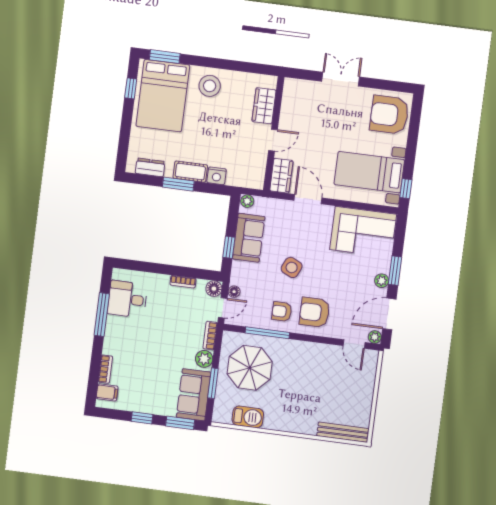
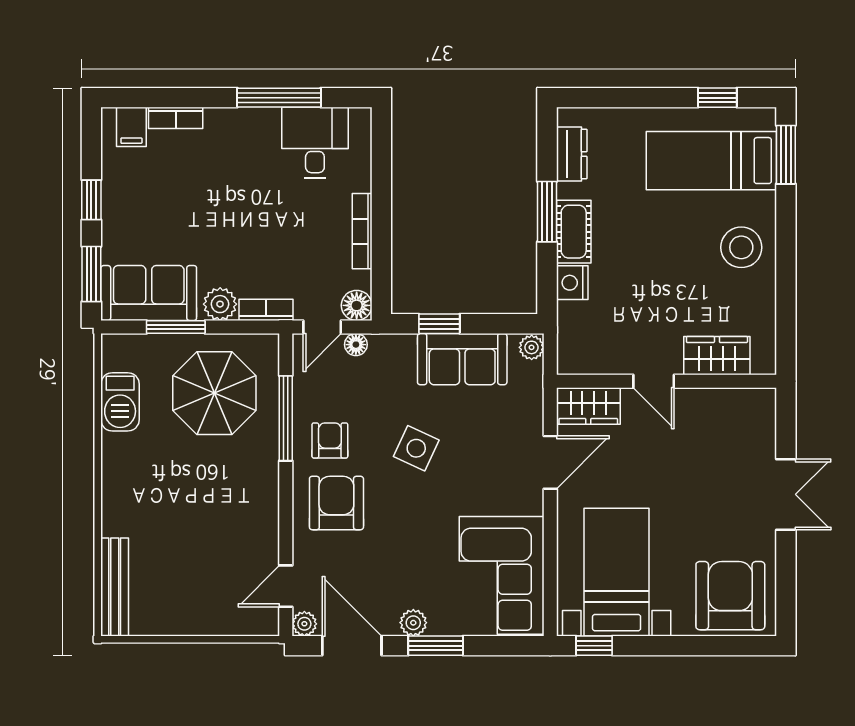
bed: (163, 96) -> (711, 161), width x0.67
bookcase: (183, 282) -> (362, 231), width x1.56
door: (223, 308) -> (322, 327), hinge flipped

